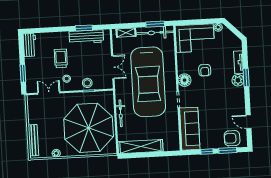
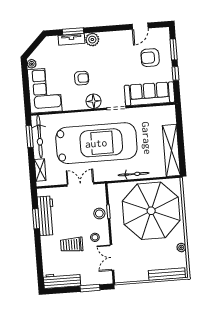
workbench: (30, 45) -> (62, 280), width x1.38
window: (246, 78) -> (73, 31), moved
armchair: (232, 138) -> (150, 58), moved, turned 90

